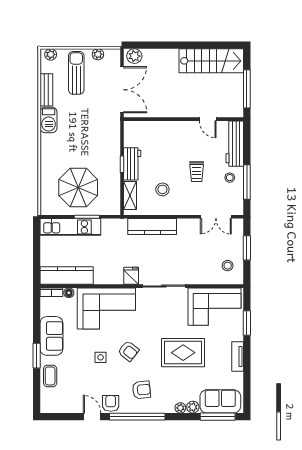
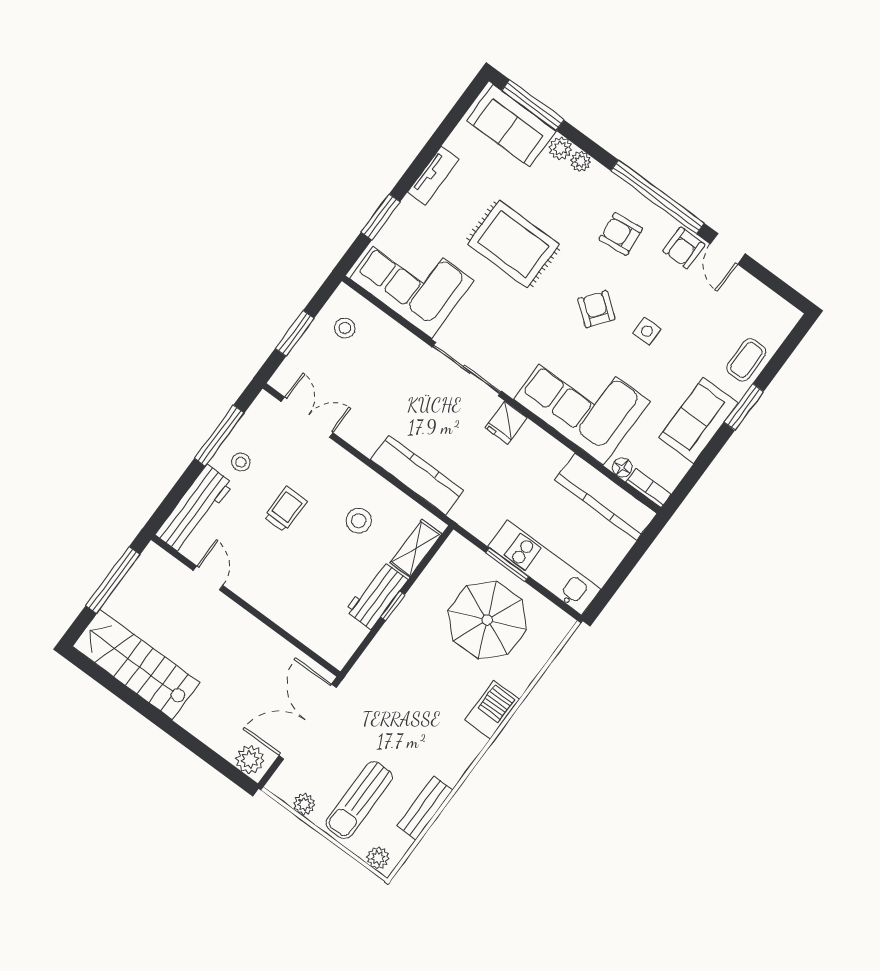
barbecue: (49, 120) -> (492, 710), moved

